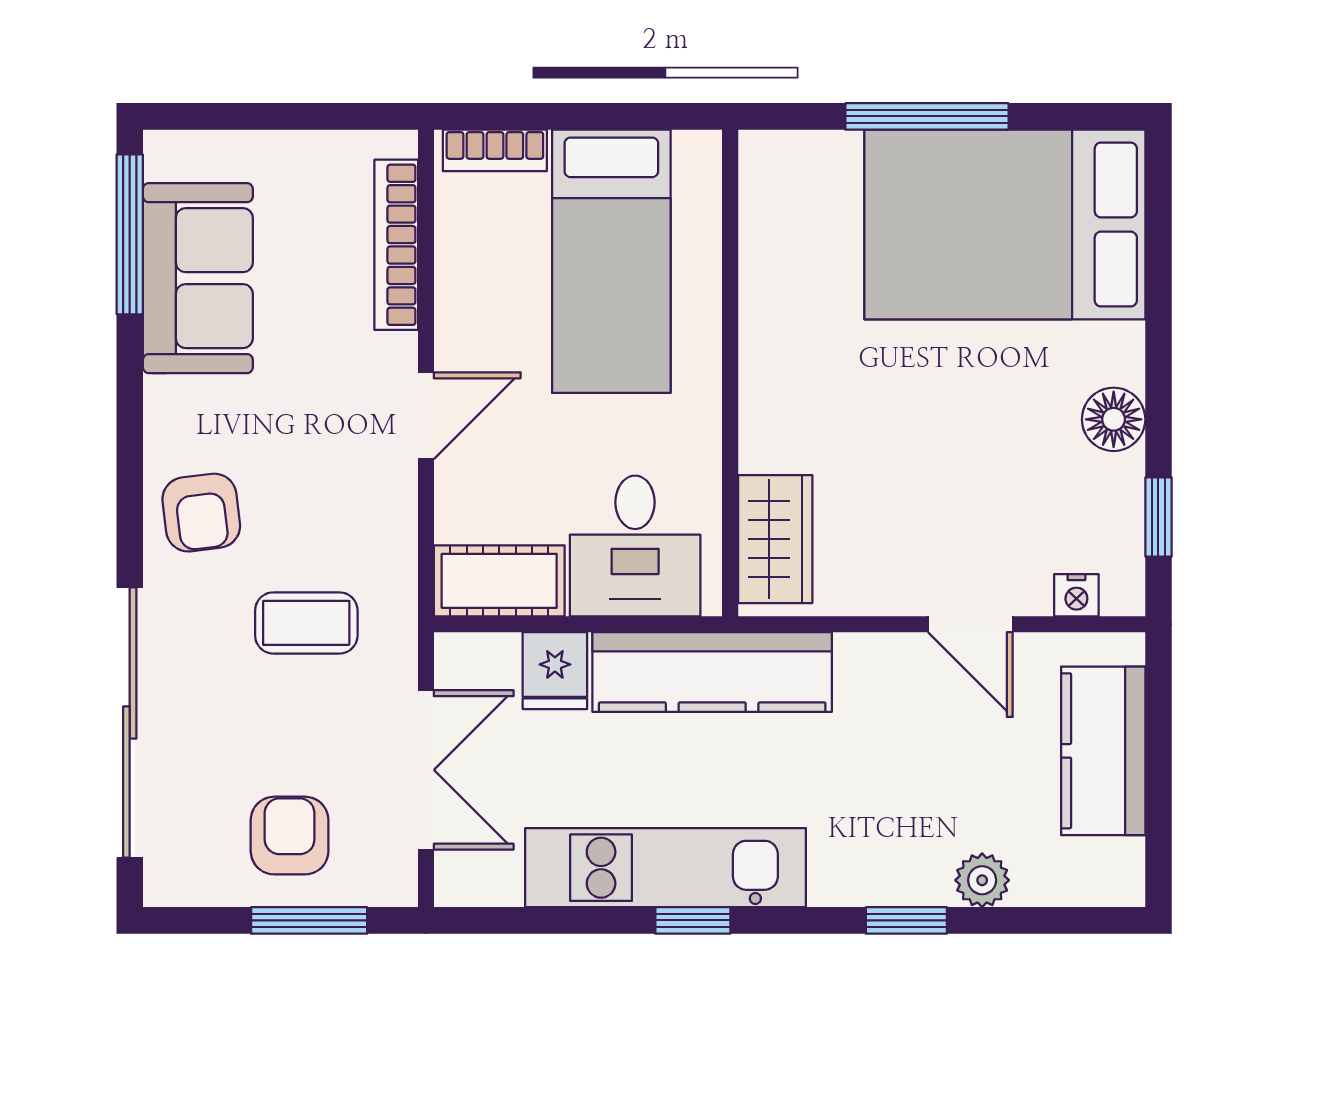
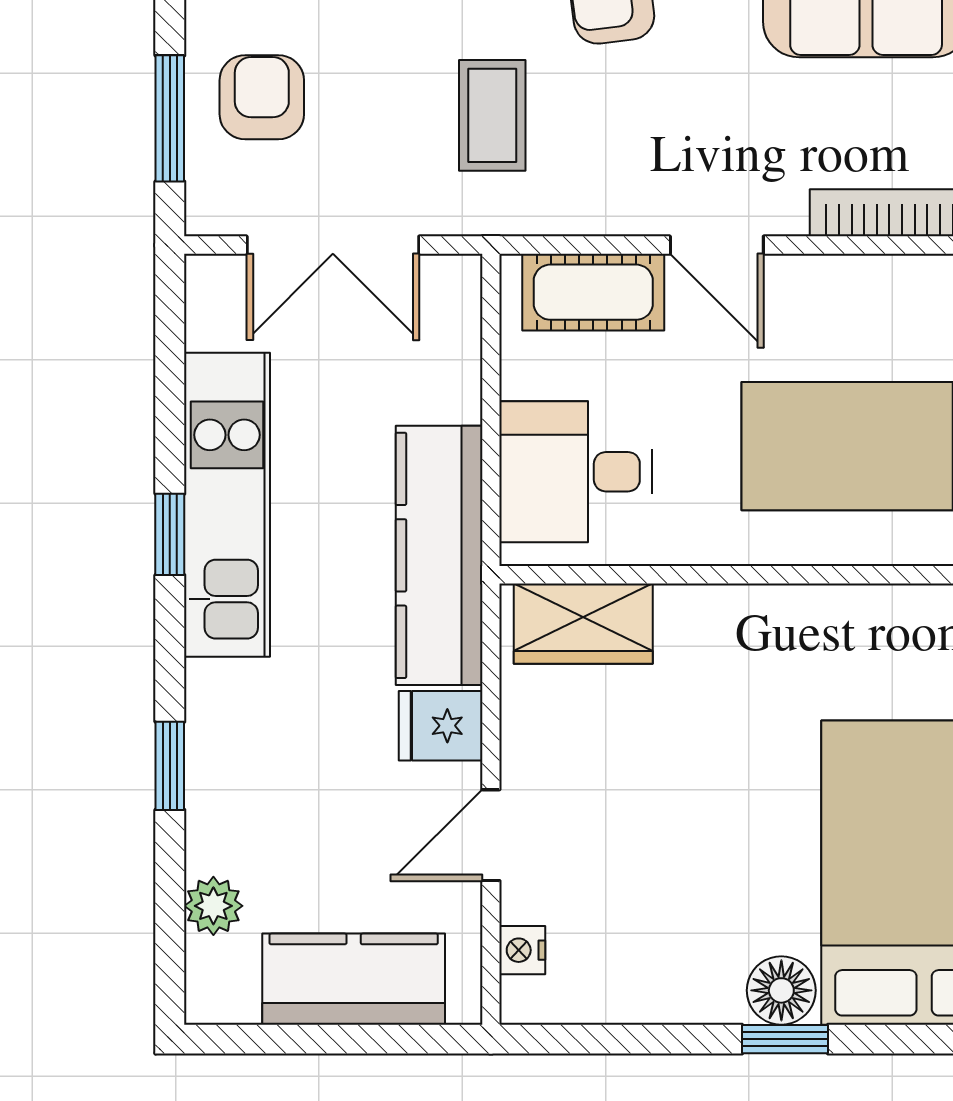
floor lamp: (1114, 419) -> (781, 990), moved
window: (1158, 517) -> (785, 1039), moved
cot: (499, 581) -> (593, 292), moved, turned 90
fridge: (555, 671) -> (441, 726), moved
armchair: (290, 836) -> (262, 97), turned -90
plant: (982, 880) -> (213, 906), moved

